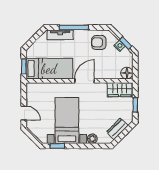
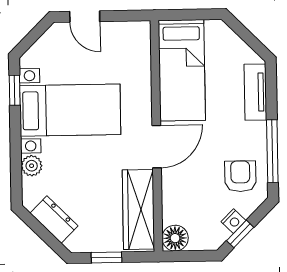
window: (74, 27) -> (272, 151), moved
window: (24, 66) -> (185, 15), removed
door: (85, 81) -> (157, 147), hinge flipped
wardrobe: (120, 90) -> (138, 209), width x1.50
door: (24, 113) -> (85, 16), hinge flipped

